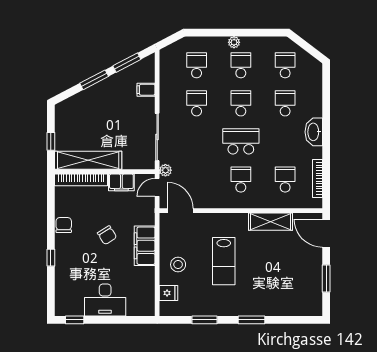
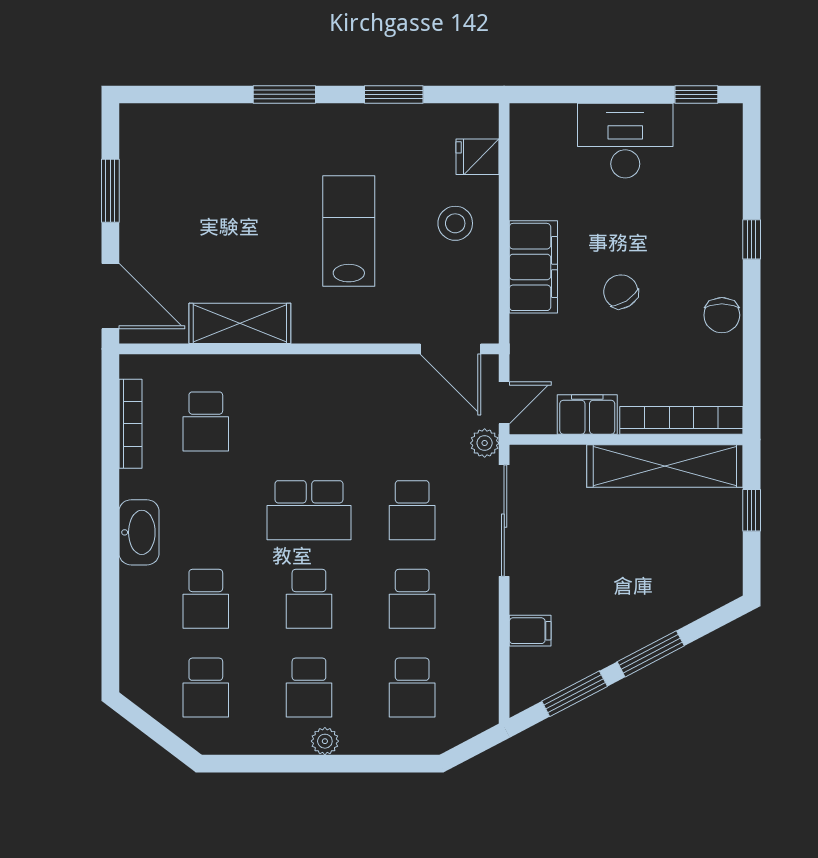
school desk: (241, 179) -> (412, 510), moved

